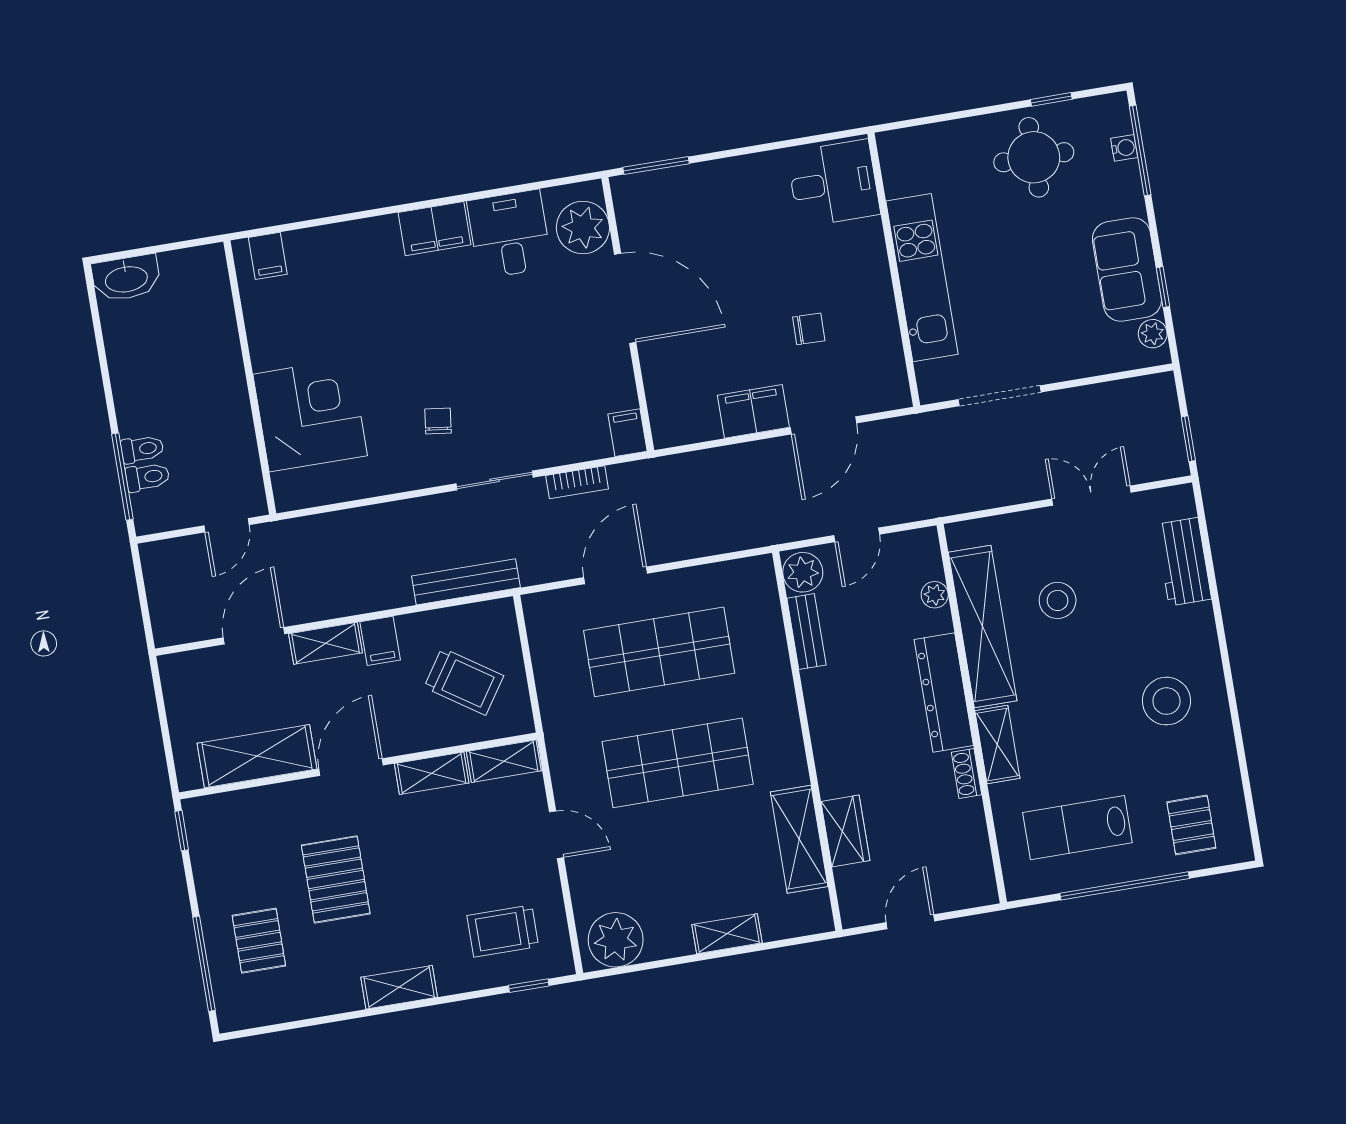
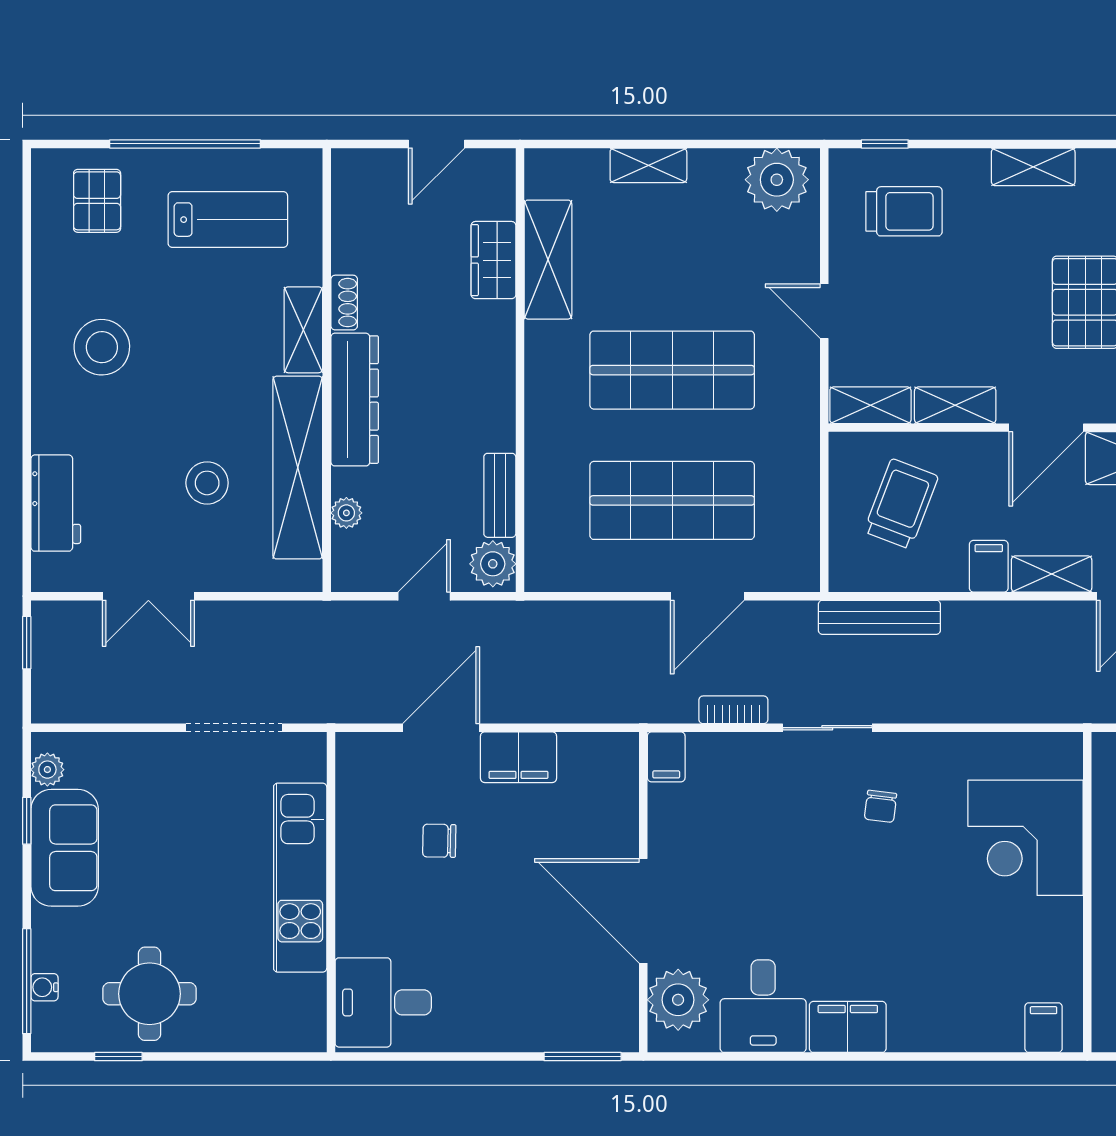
trolley: (464, 681) -> (901, 504), turned 77

